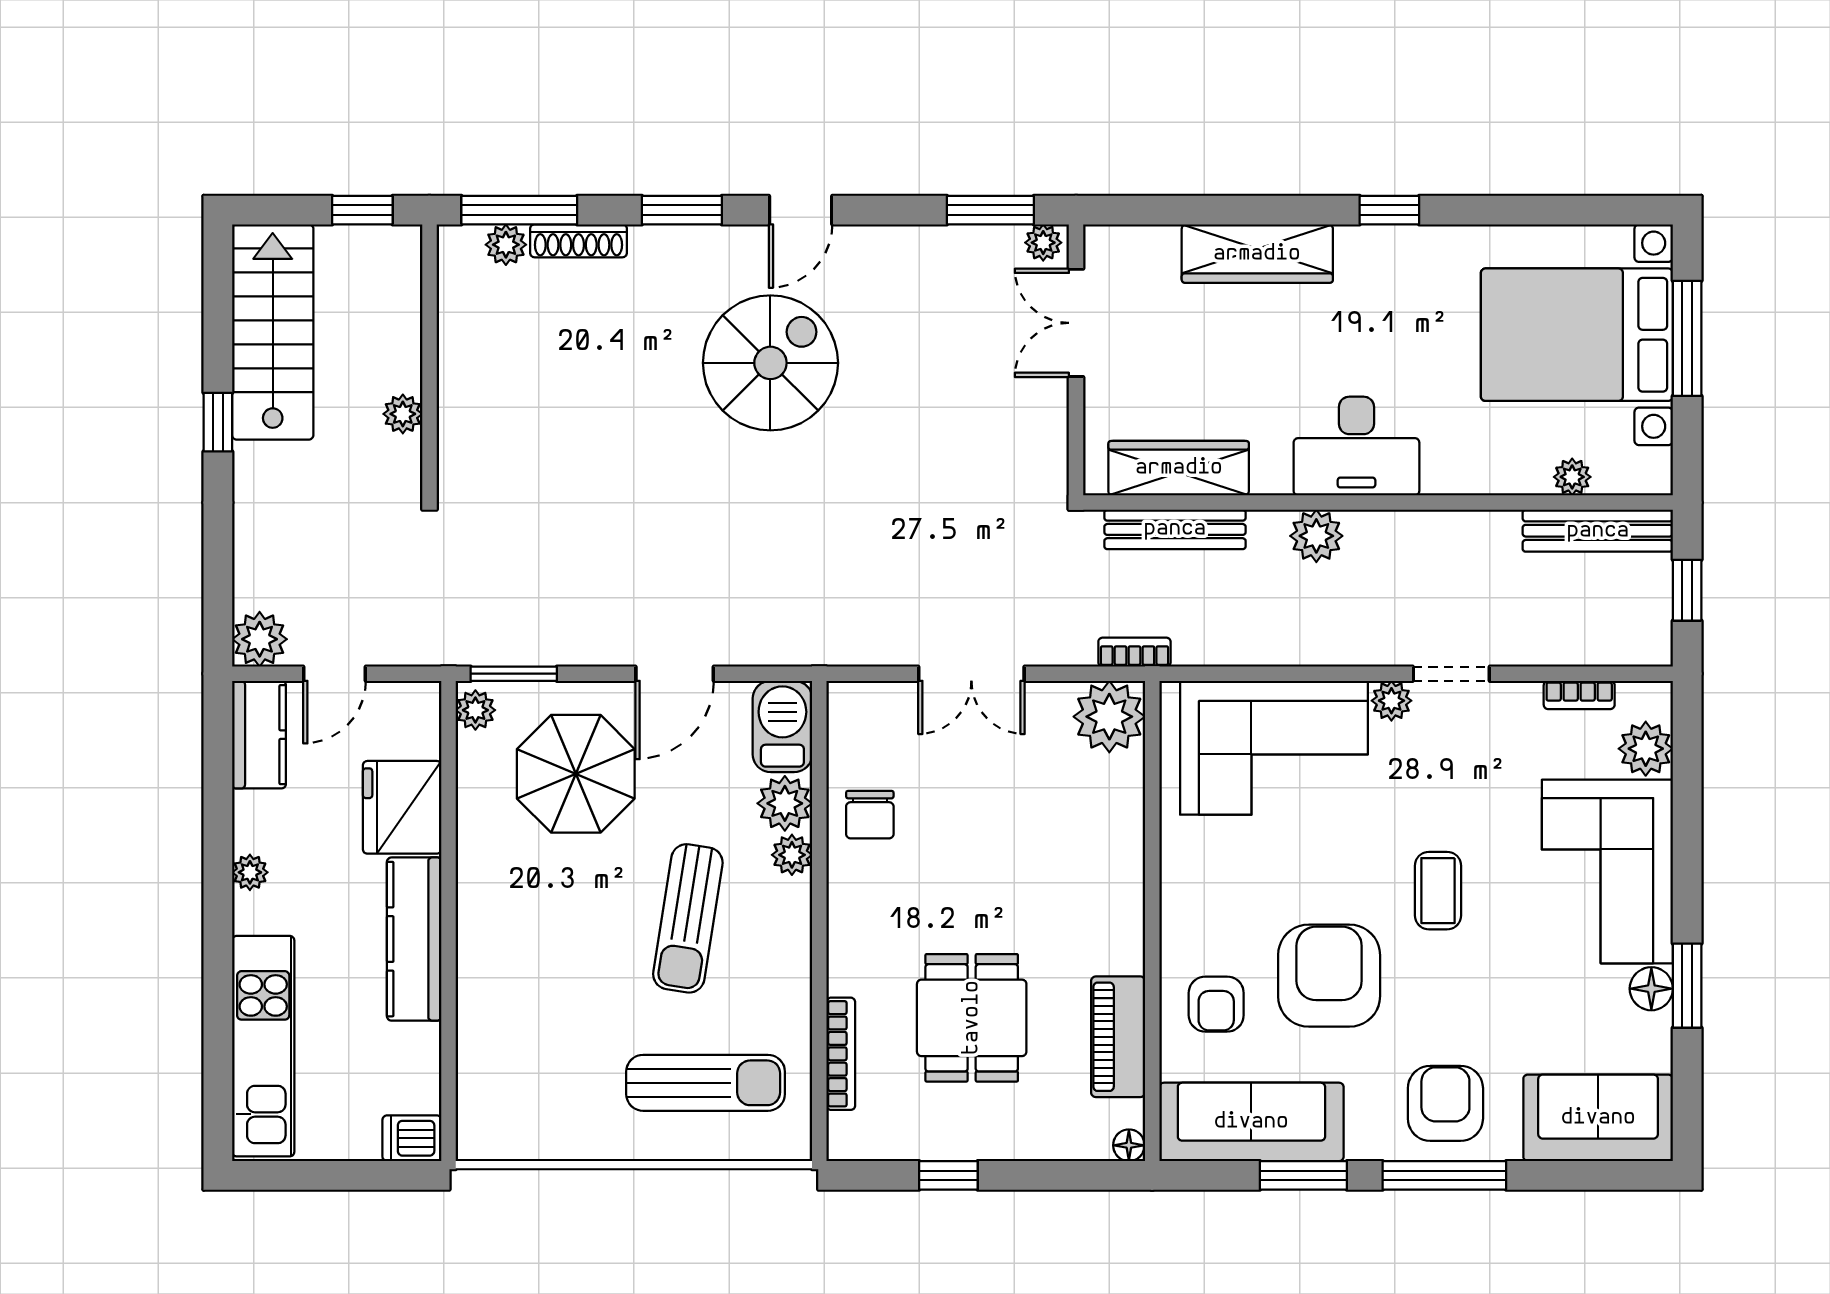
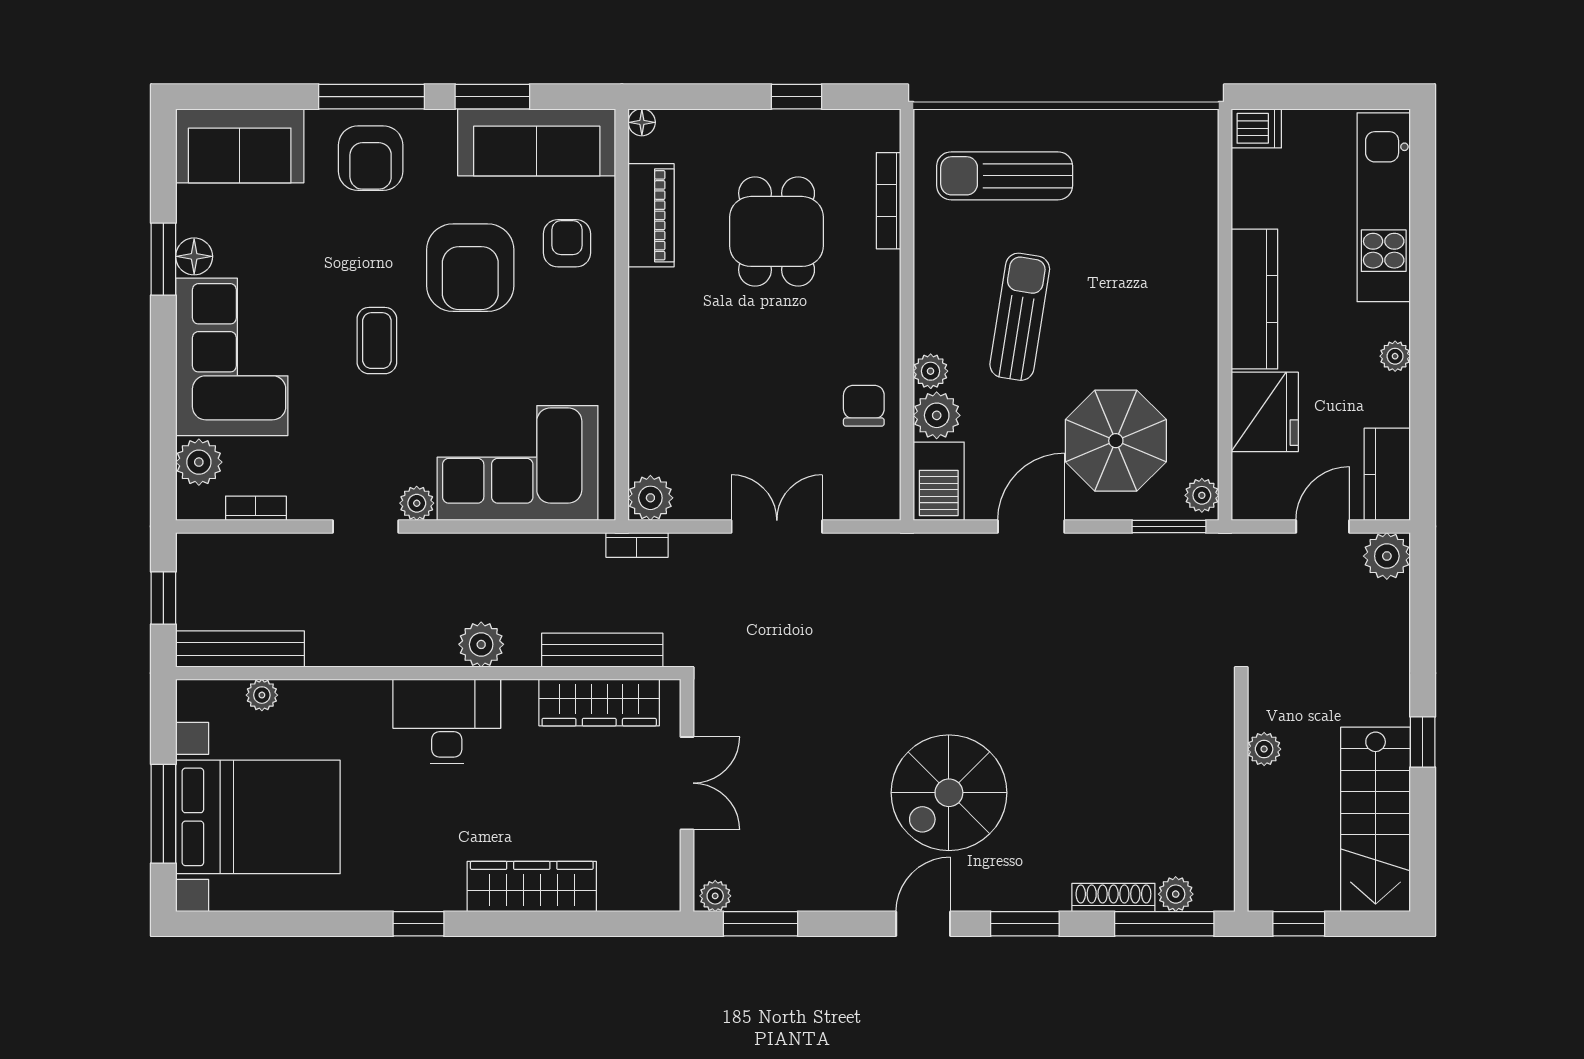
double door: (1076, 323) -> (687, 783), moved
plant: (1109, 717) -> (650, 498), width x0.73, depth x0.73

